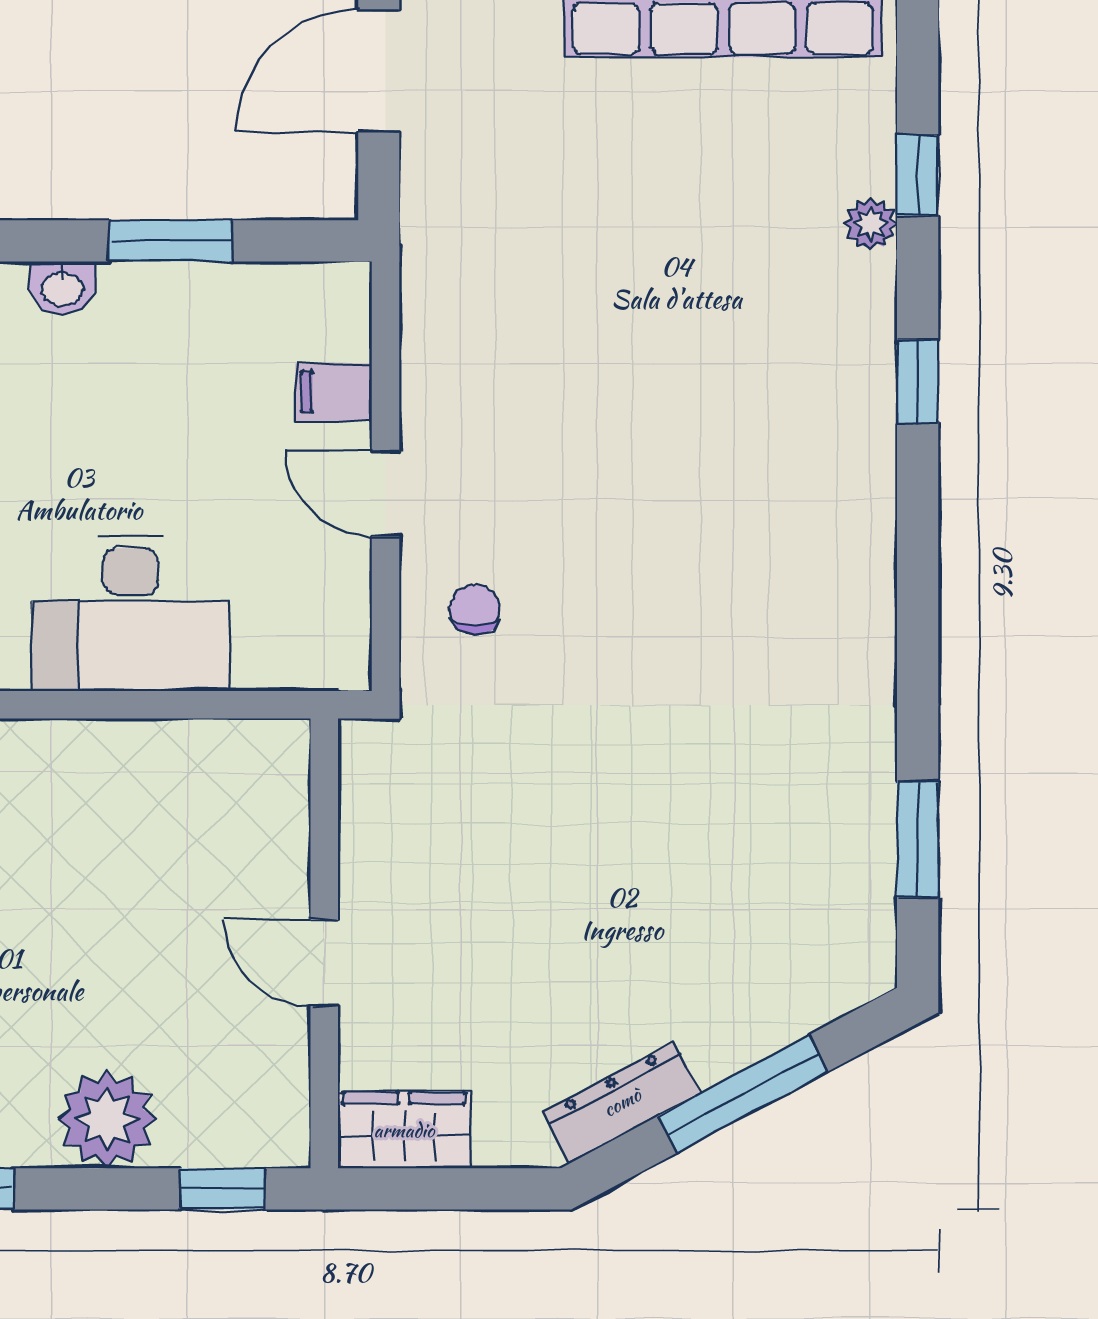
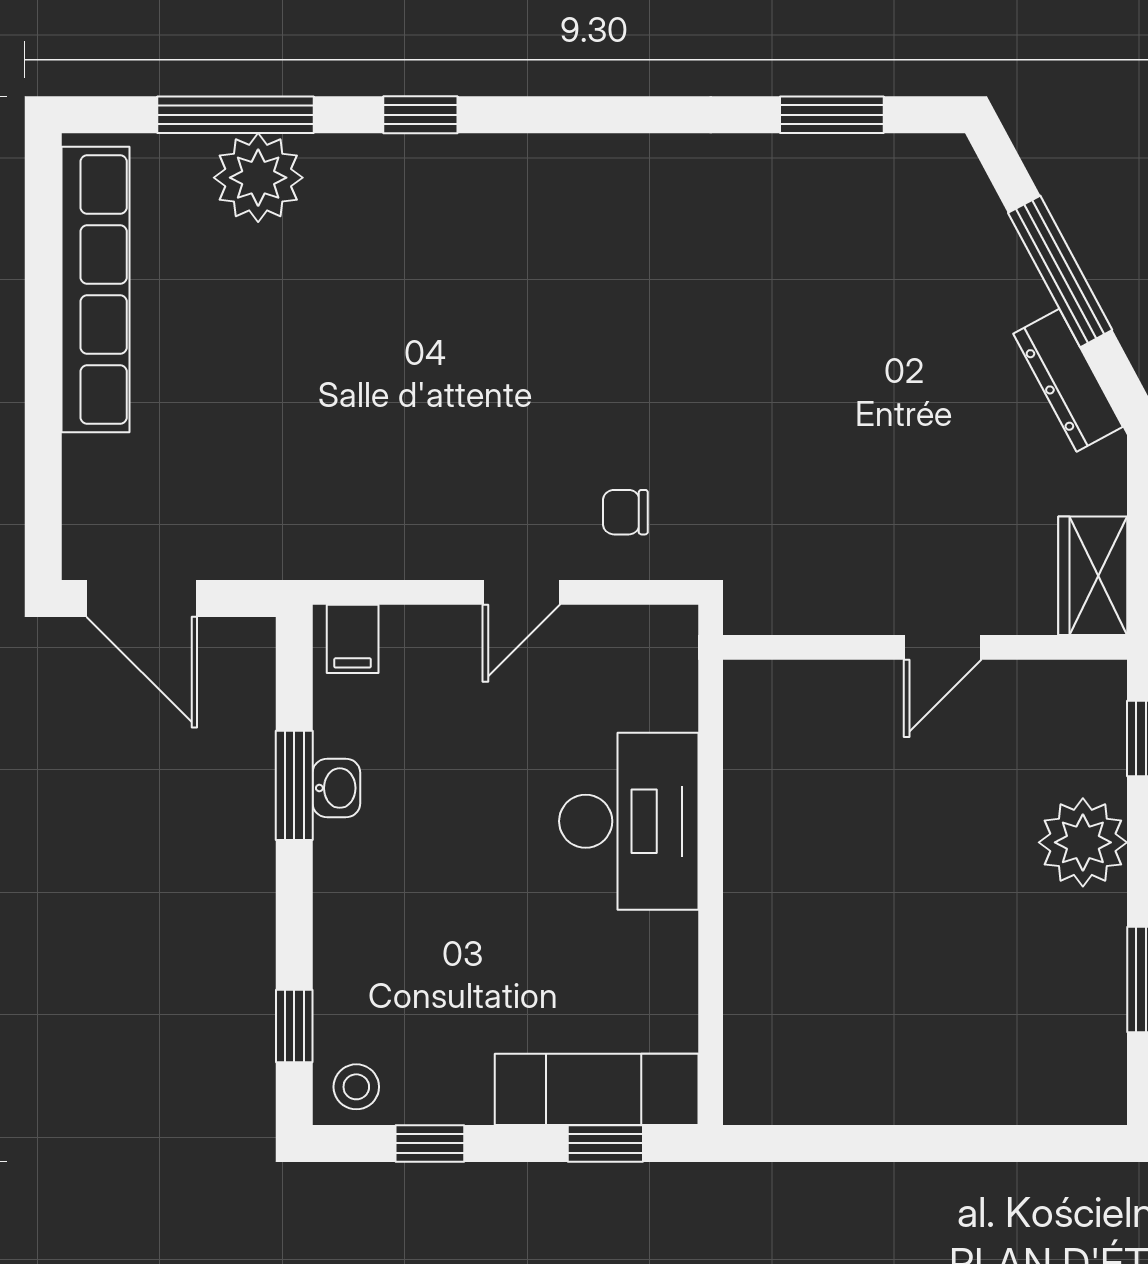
window: (918, 175) -> (235, 115), width x2.17
plant: (871, 224) -> (258, 178), width x1.88, depth x1.88
washbasin: (62, 288) -> (336, 788), moved
filing cabinet: (334, 392) -> (353, 639), moved

